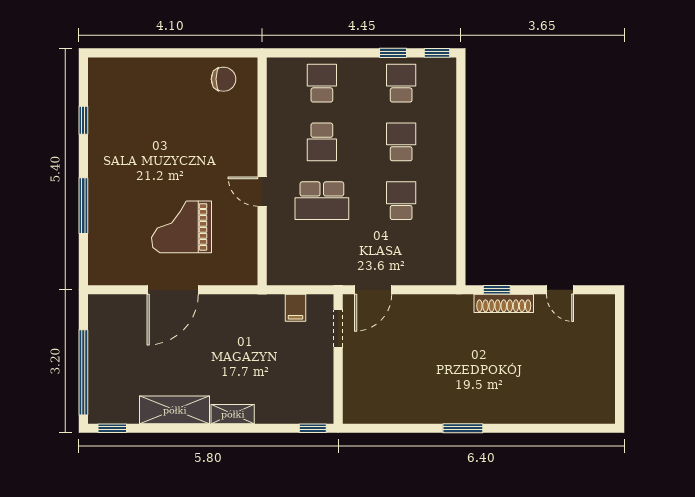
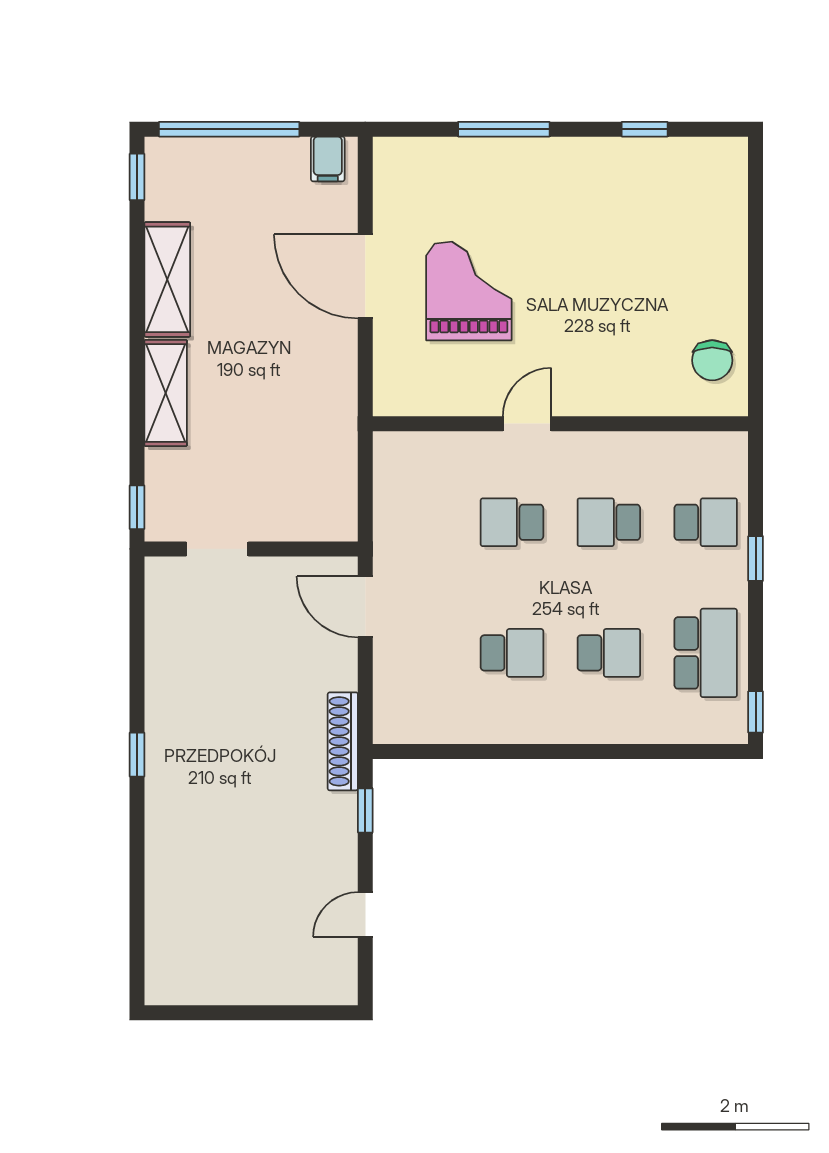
window: (393, 53) -> (756, 559), moved
school desk: (401, 83) -> (706, 653), width x1.85
school desk: (322, 201) -> (512, 522), width x0.54
shoe rack: (504, 303) -> (343, 741), moved
filing cabinet: (295, 308) -> (328, 159), moved, turned -90
doorway: (338, 328) -> (217, 549), moved
shelving: (233, 414) -> (166, 393), width x1.50, depth x1.33
window: (463, 428) -> (137, 755), width x0.67

